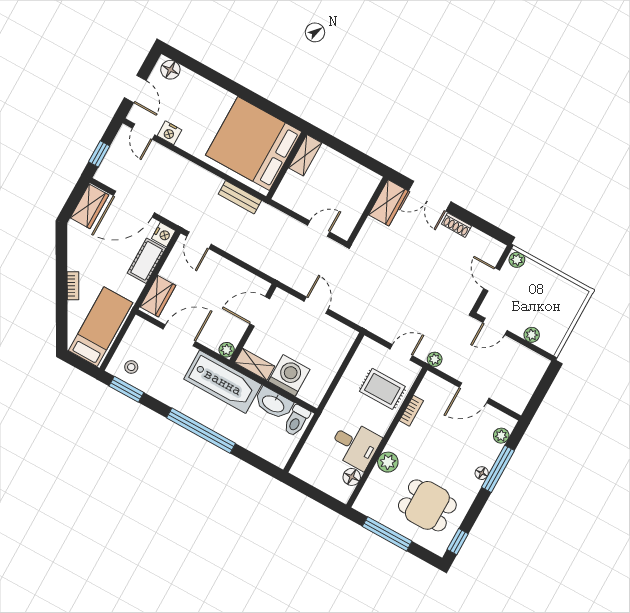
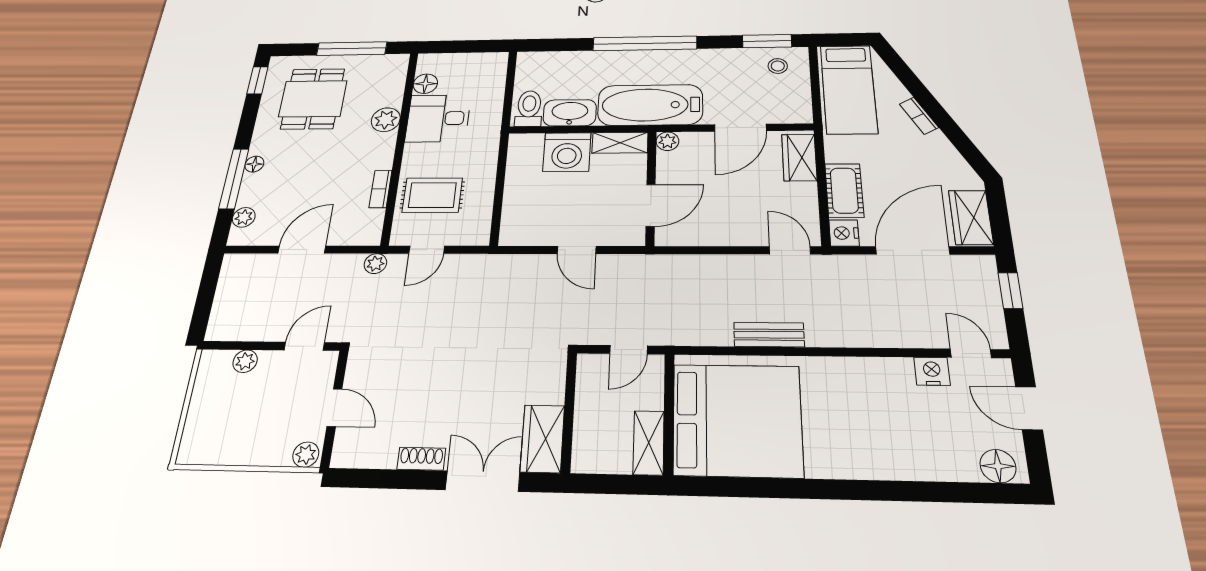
bed: (254, 143) -> (737, 420), moved
shelving: (305, 155) -> (649, 443), moved
wall: (286, 165) -> (669, 413), moved
dining table: (427, 505) -> (313, 99), turned 90

